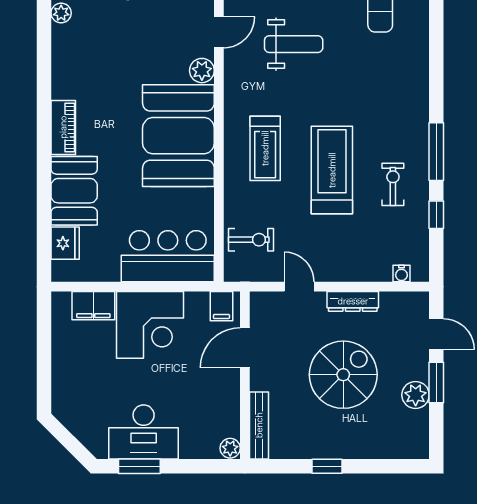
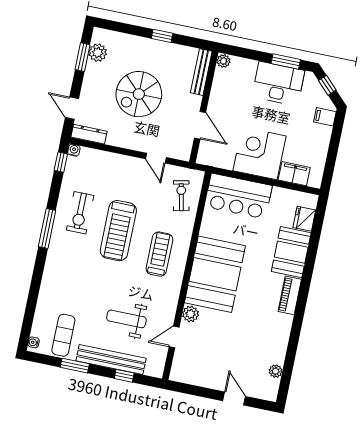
exercise bike: (393, 184) -> (80, 213), width x1.38, depth x1.39
window: (436, 215) -> (61, 162), moved
exercise bike: (251, 240) -> (181, 196), turned 78
water cooler: (401, 274) -> (74, 150), moved
dresser: (353, 301) -> (89, 134), moved
filing cabinet: (221, 306) -> (325, 117), moved, turned -90
door: (245, 348) -> (200, 125), hinge flipped
window: (436, 383) -> (83, 57), moved
plant: (416, 395) -> (98, 53), moved
window: (72, 444) -> (327, 85), added

